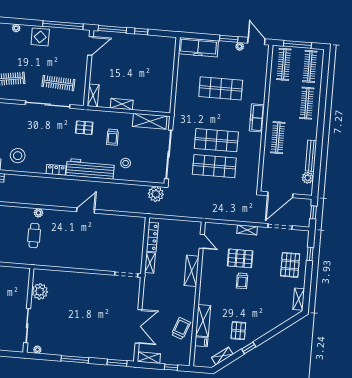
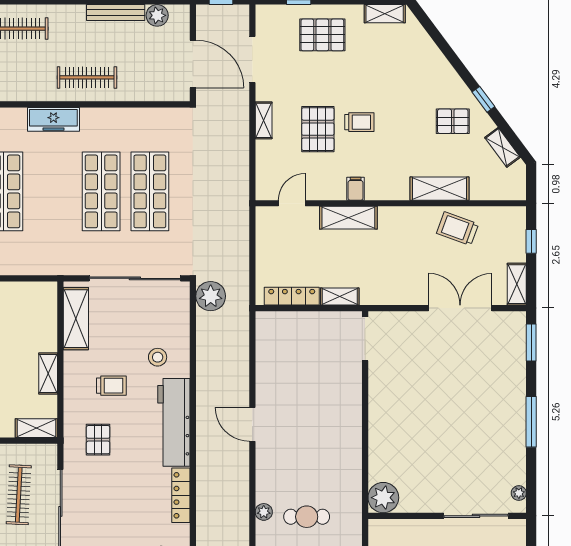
locker: (56, 170) -> (181, 495), width x1.53
plant: (40, 291) -> (383, 498), moved
filing cabinet: (201, 342) -> (356, 189), moved

